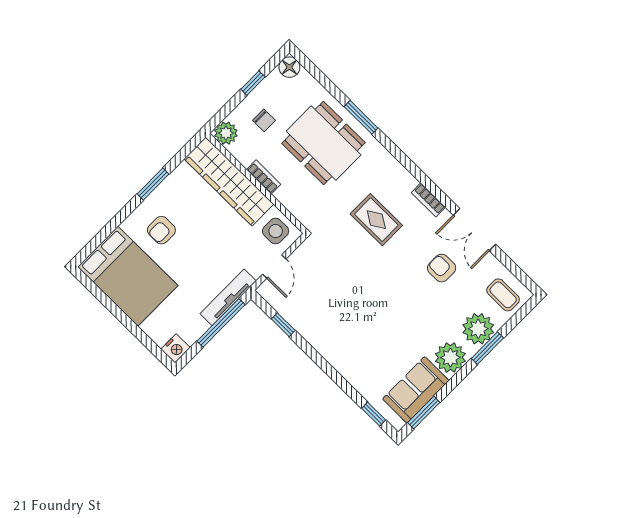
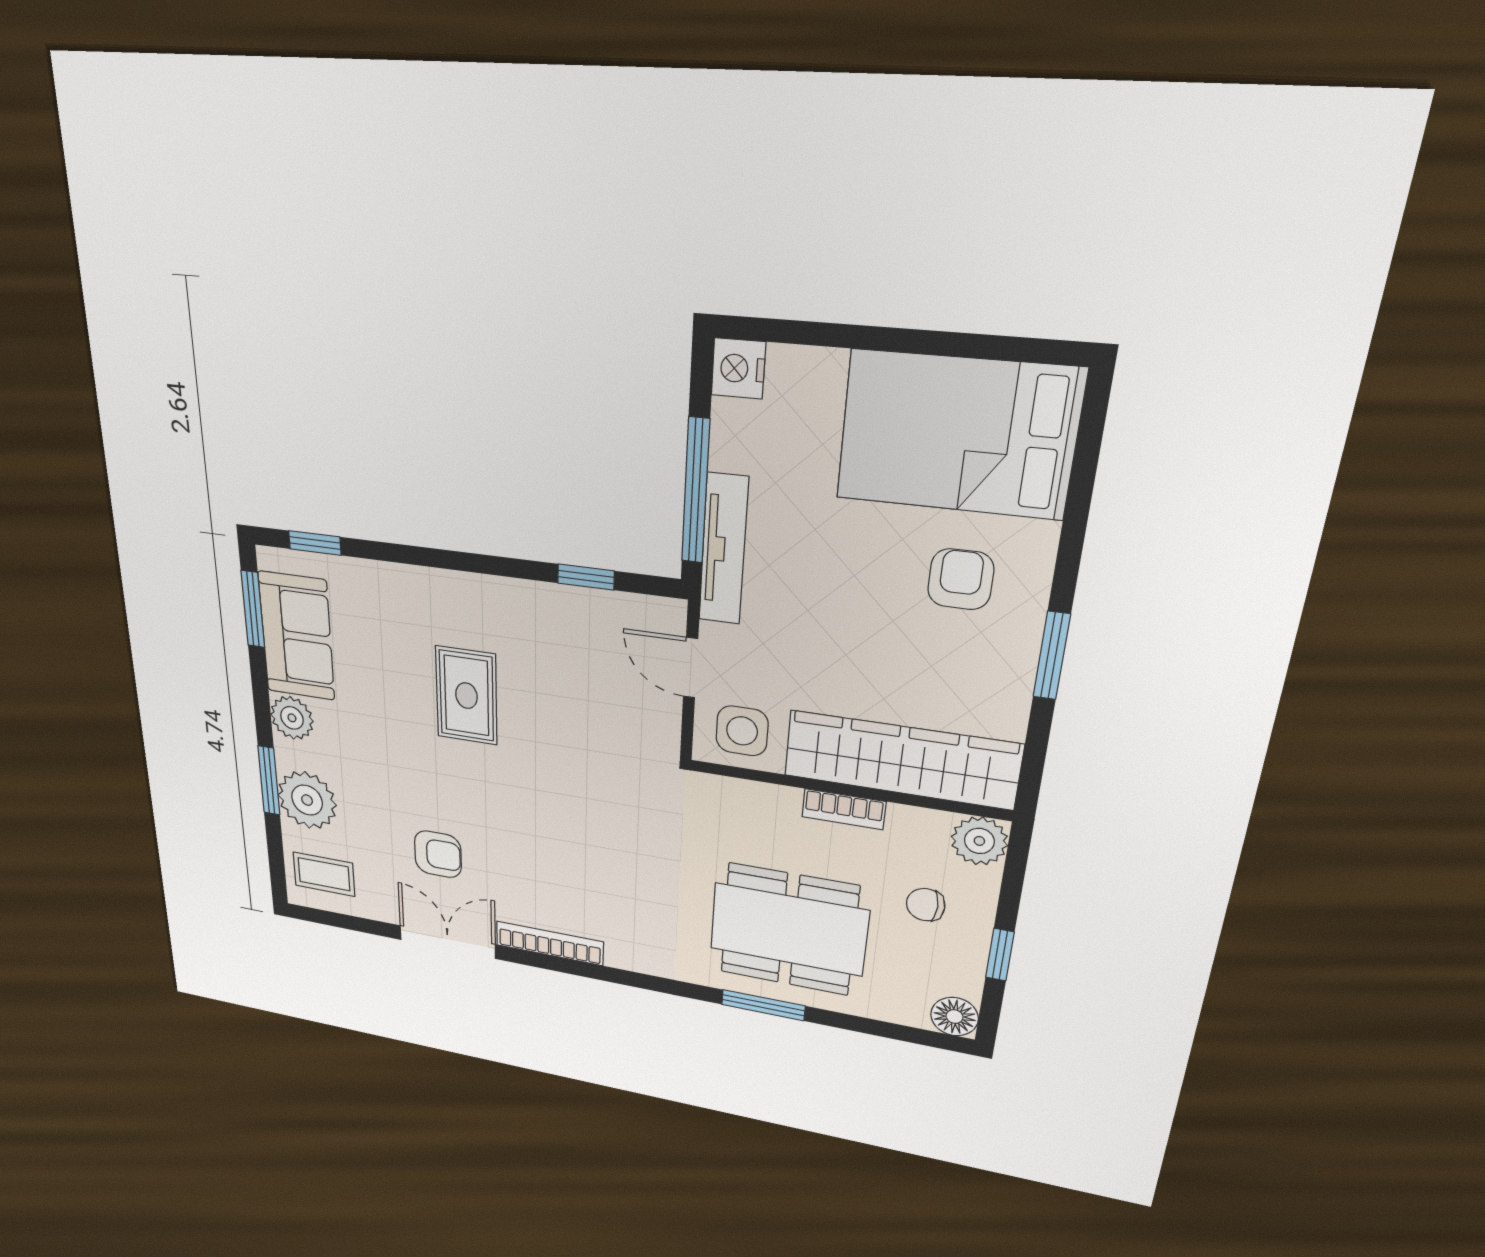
bookcase: (428, 200) -> (550, 943), width x1.56
rug: (376, 220) -> (466, 696), moved, turned 90
plant: (450, 358) -> (292, 718), width x0.73, depth x0.73

